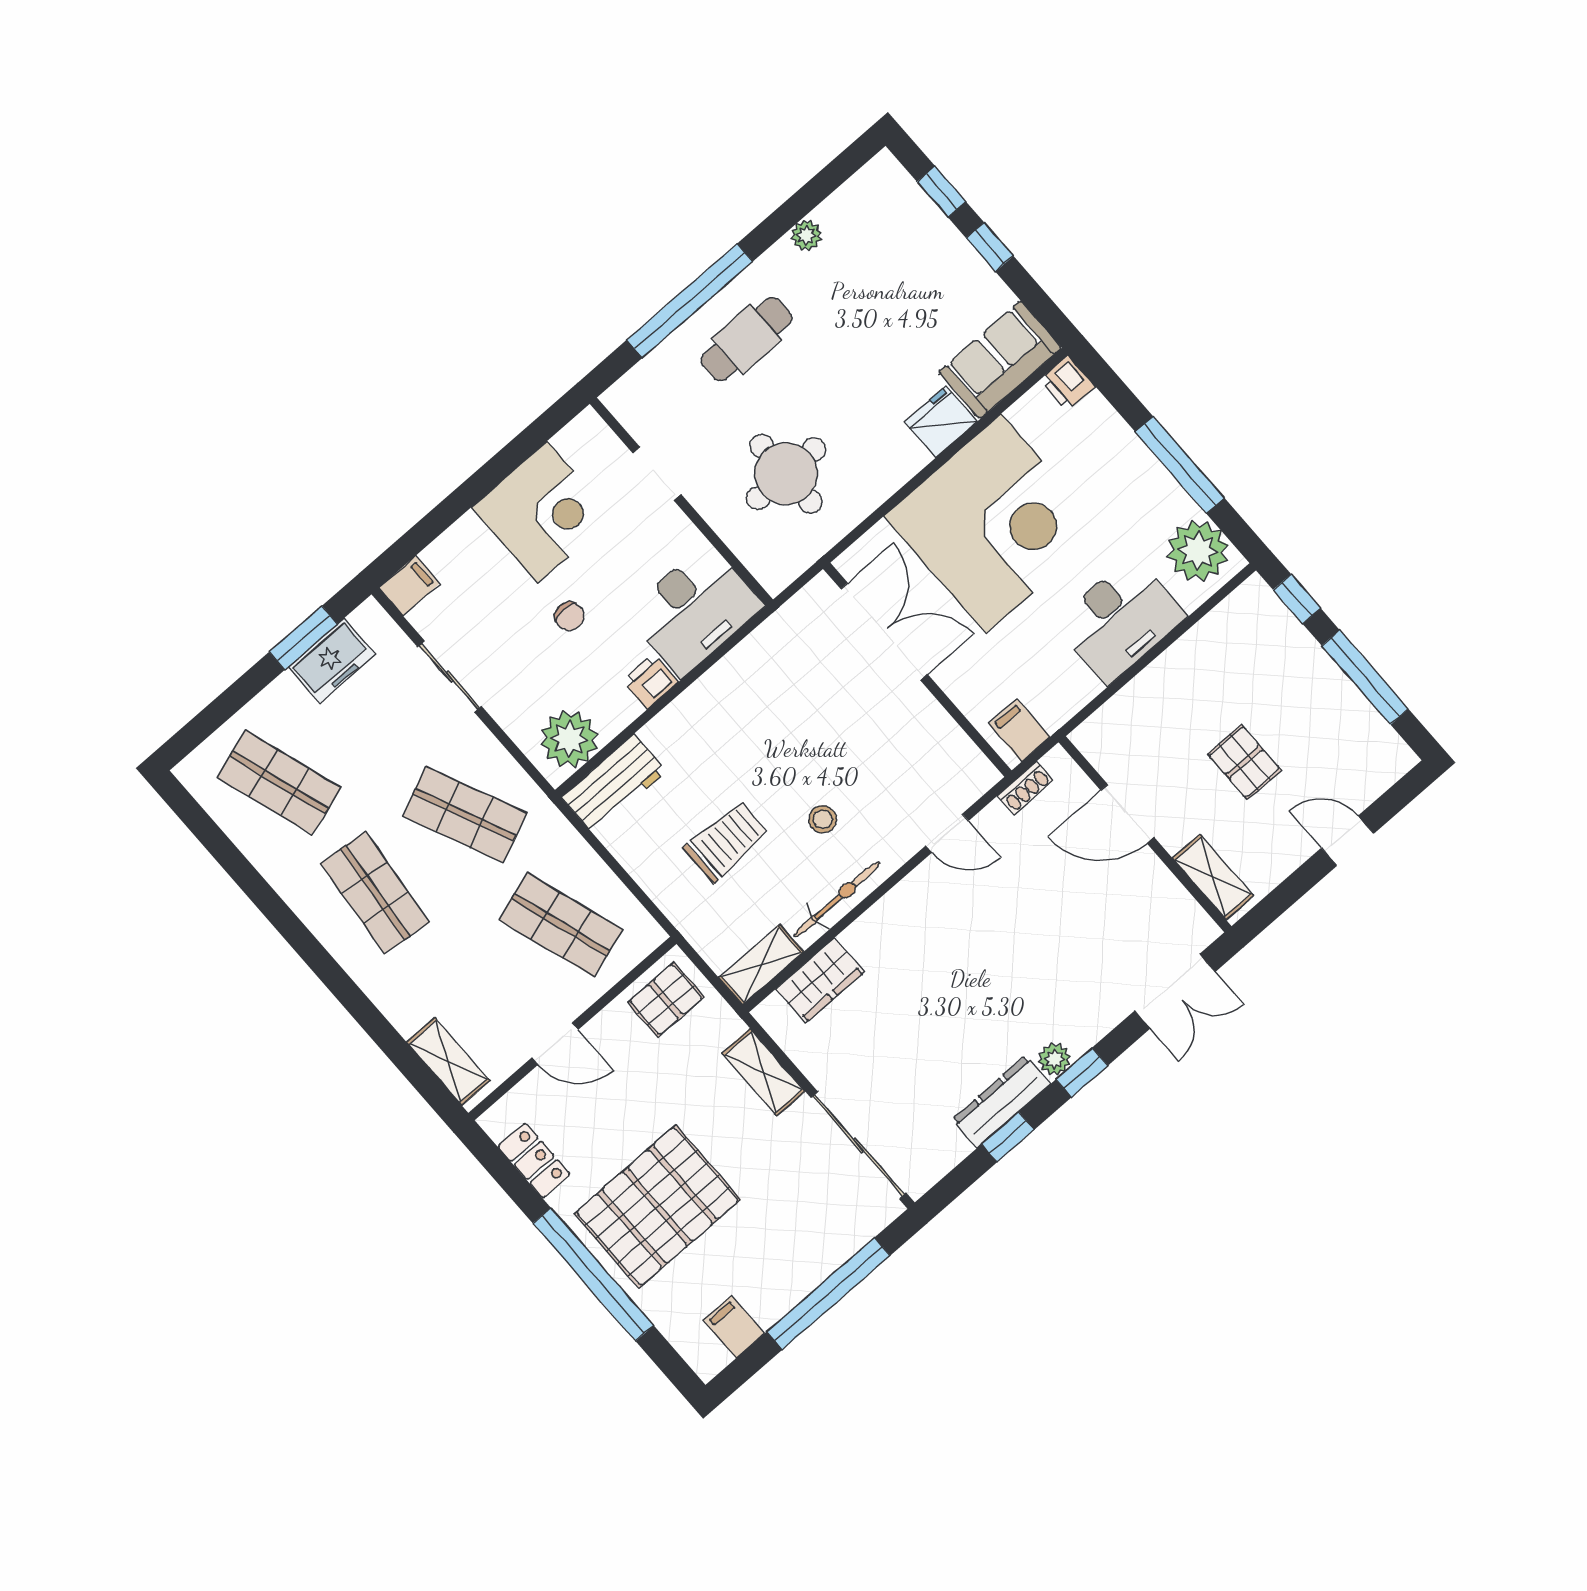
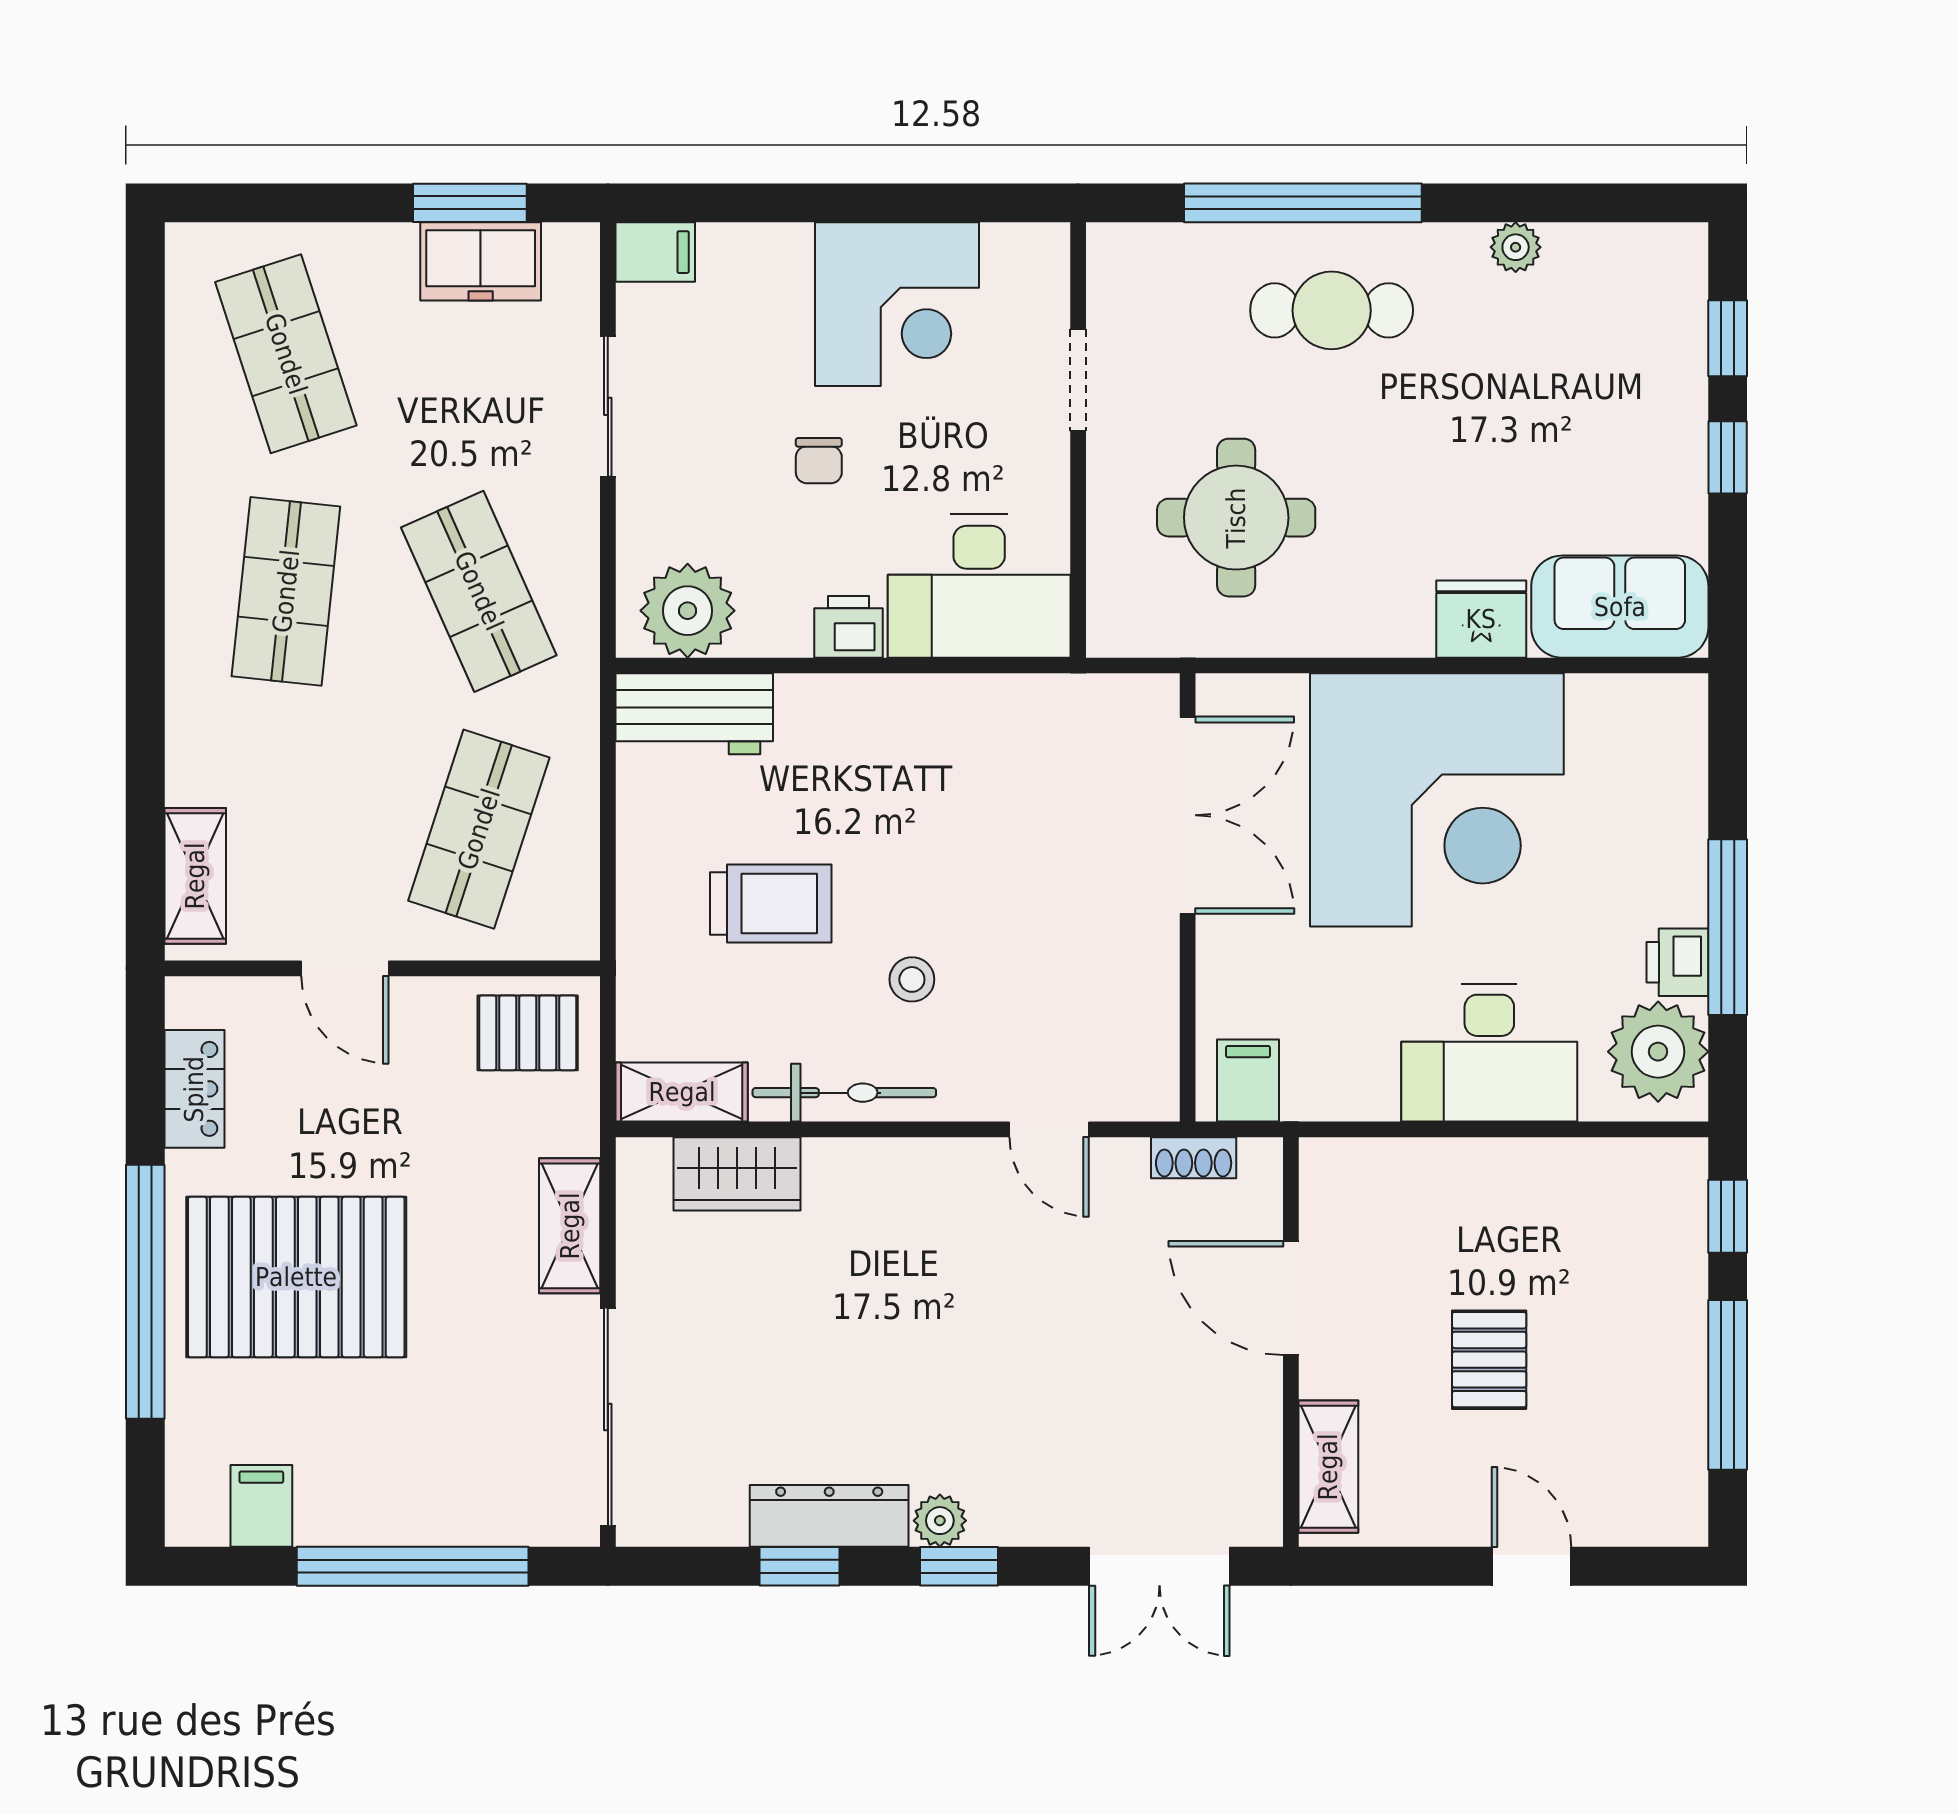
printer: (1068, 383) -> (1677, 962), moved
shop shelf: (561, 925) -> (479, 829), turned 36

